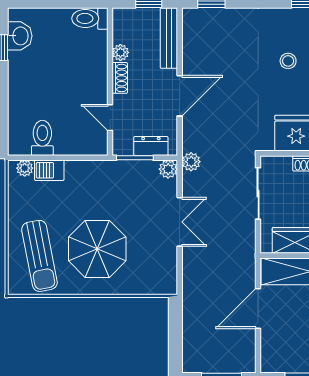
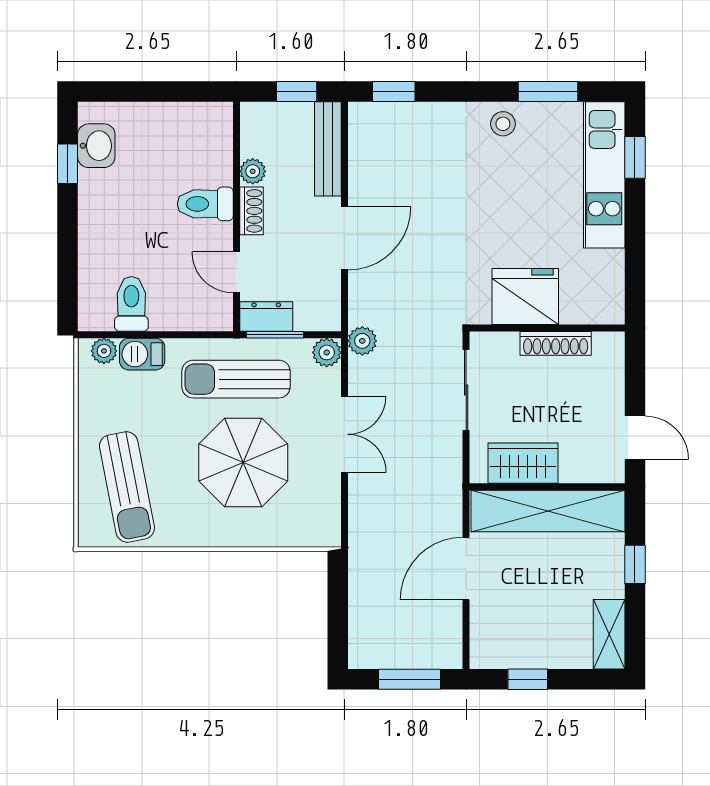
toilet: (90, 18) -> (205, 204), moved
stool: (288, 61) -> (503, 124), moved
dresser: (151, 146) -> (266, 316), moved
sun lounger: (110, 186) -> (236, 379), added
parasol: (97, 249) -> (243, 462), moved

